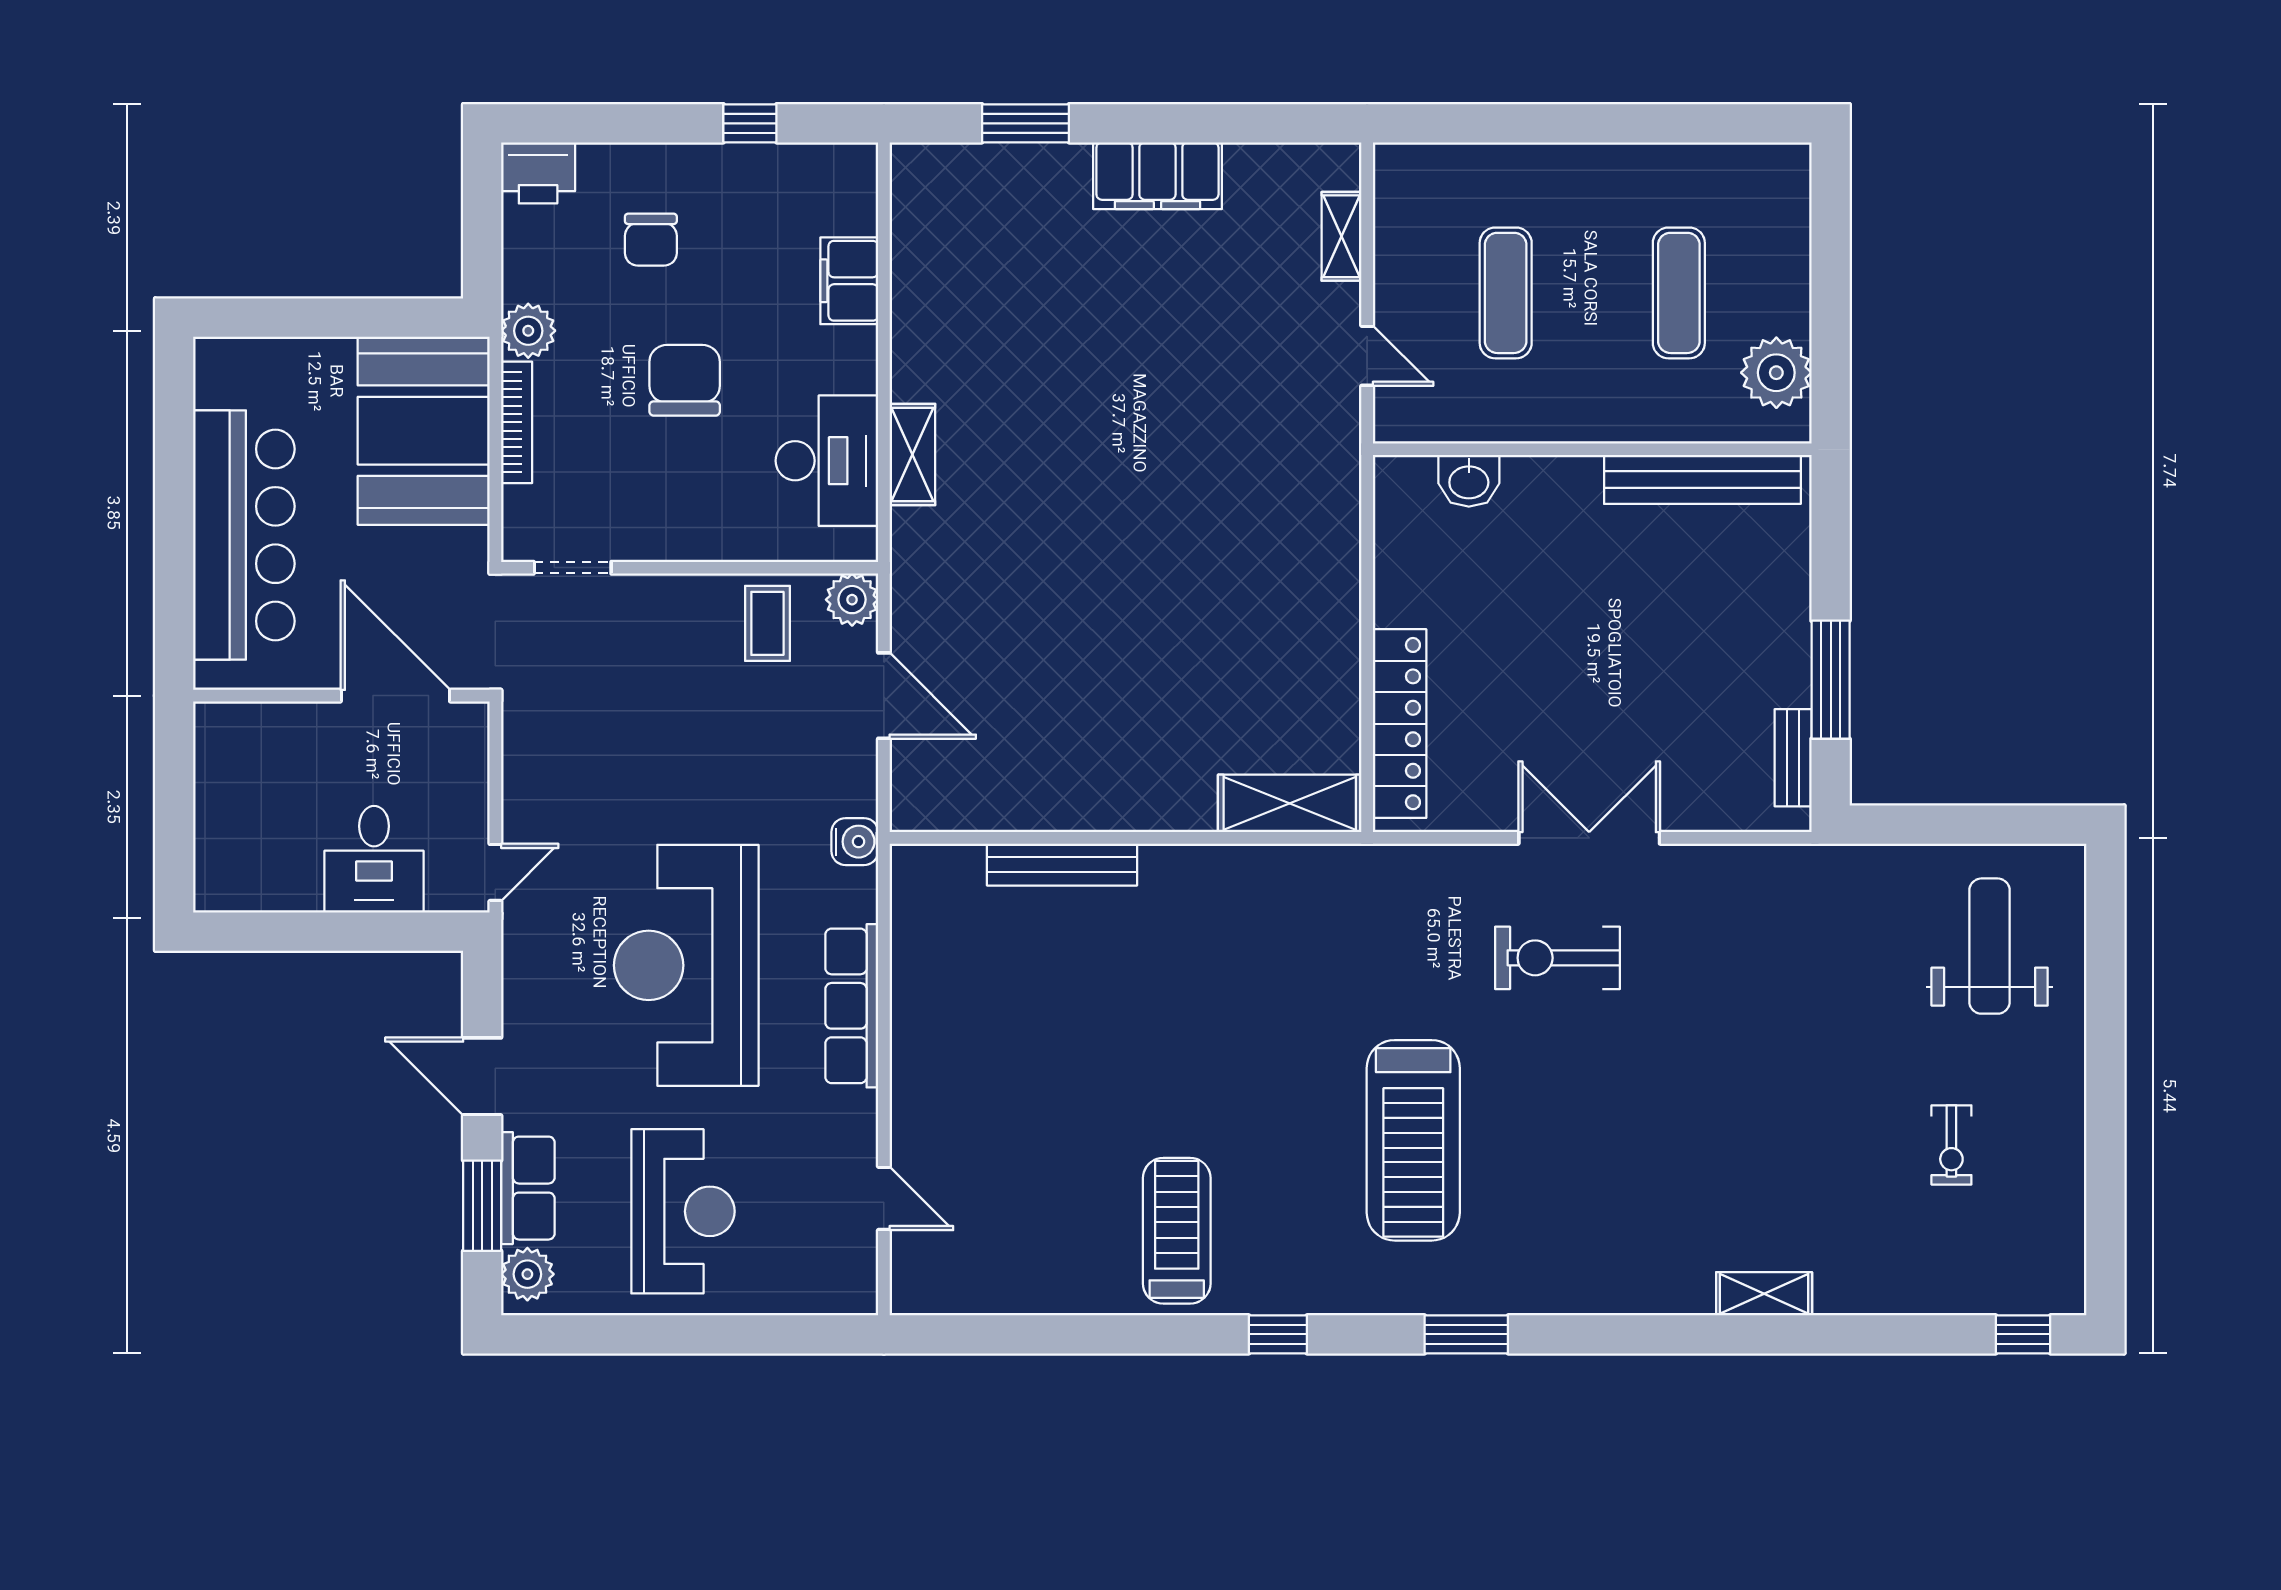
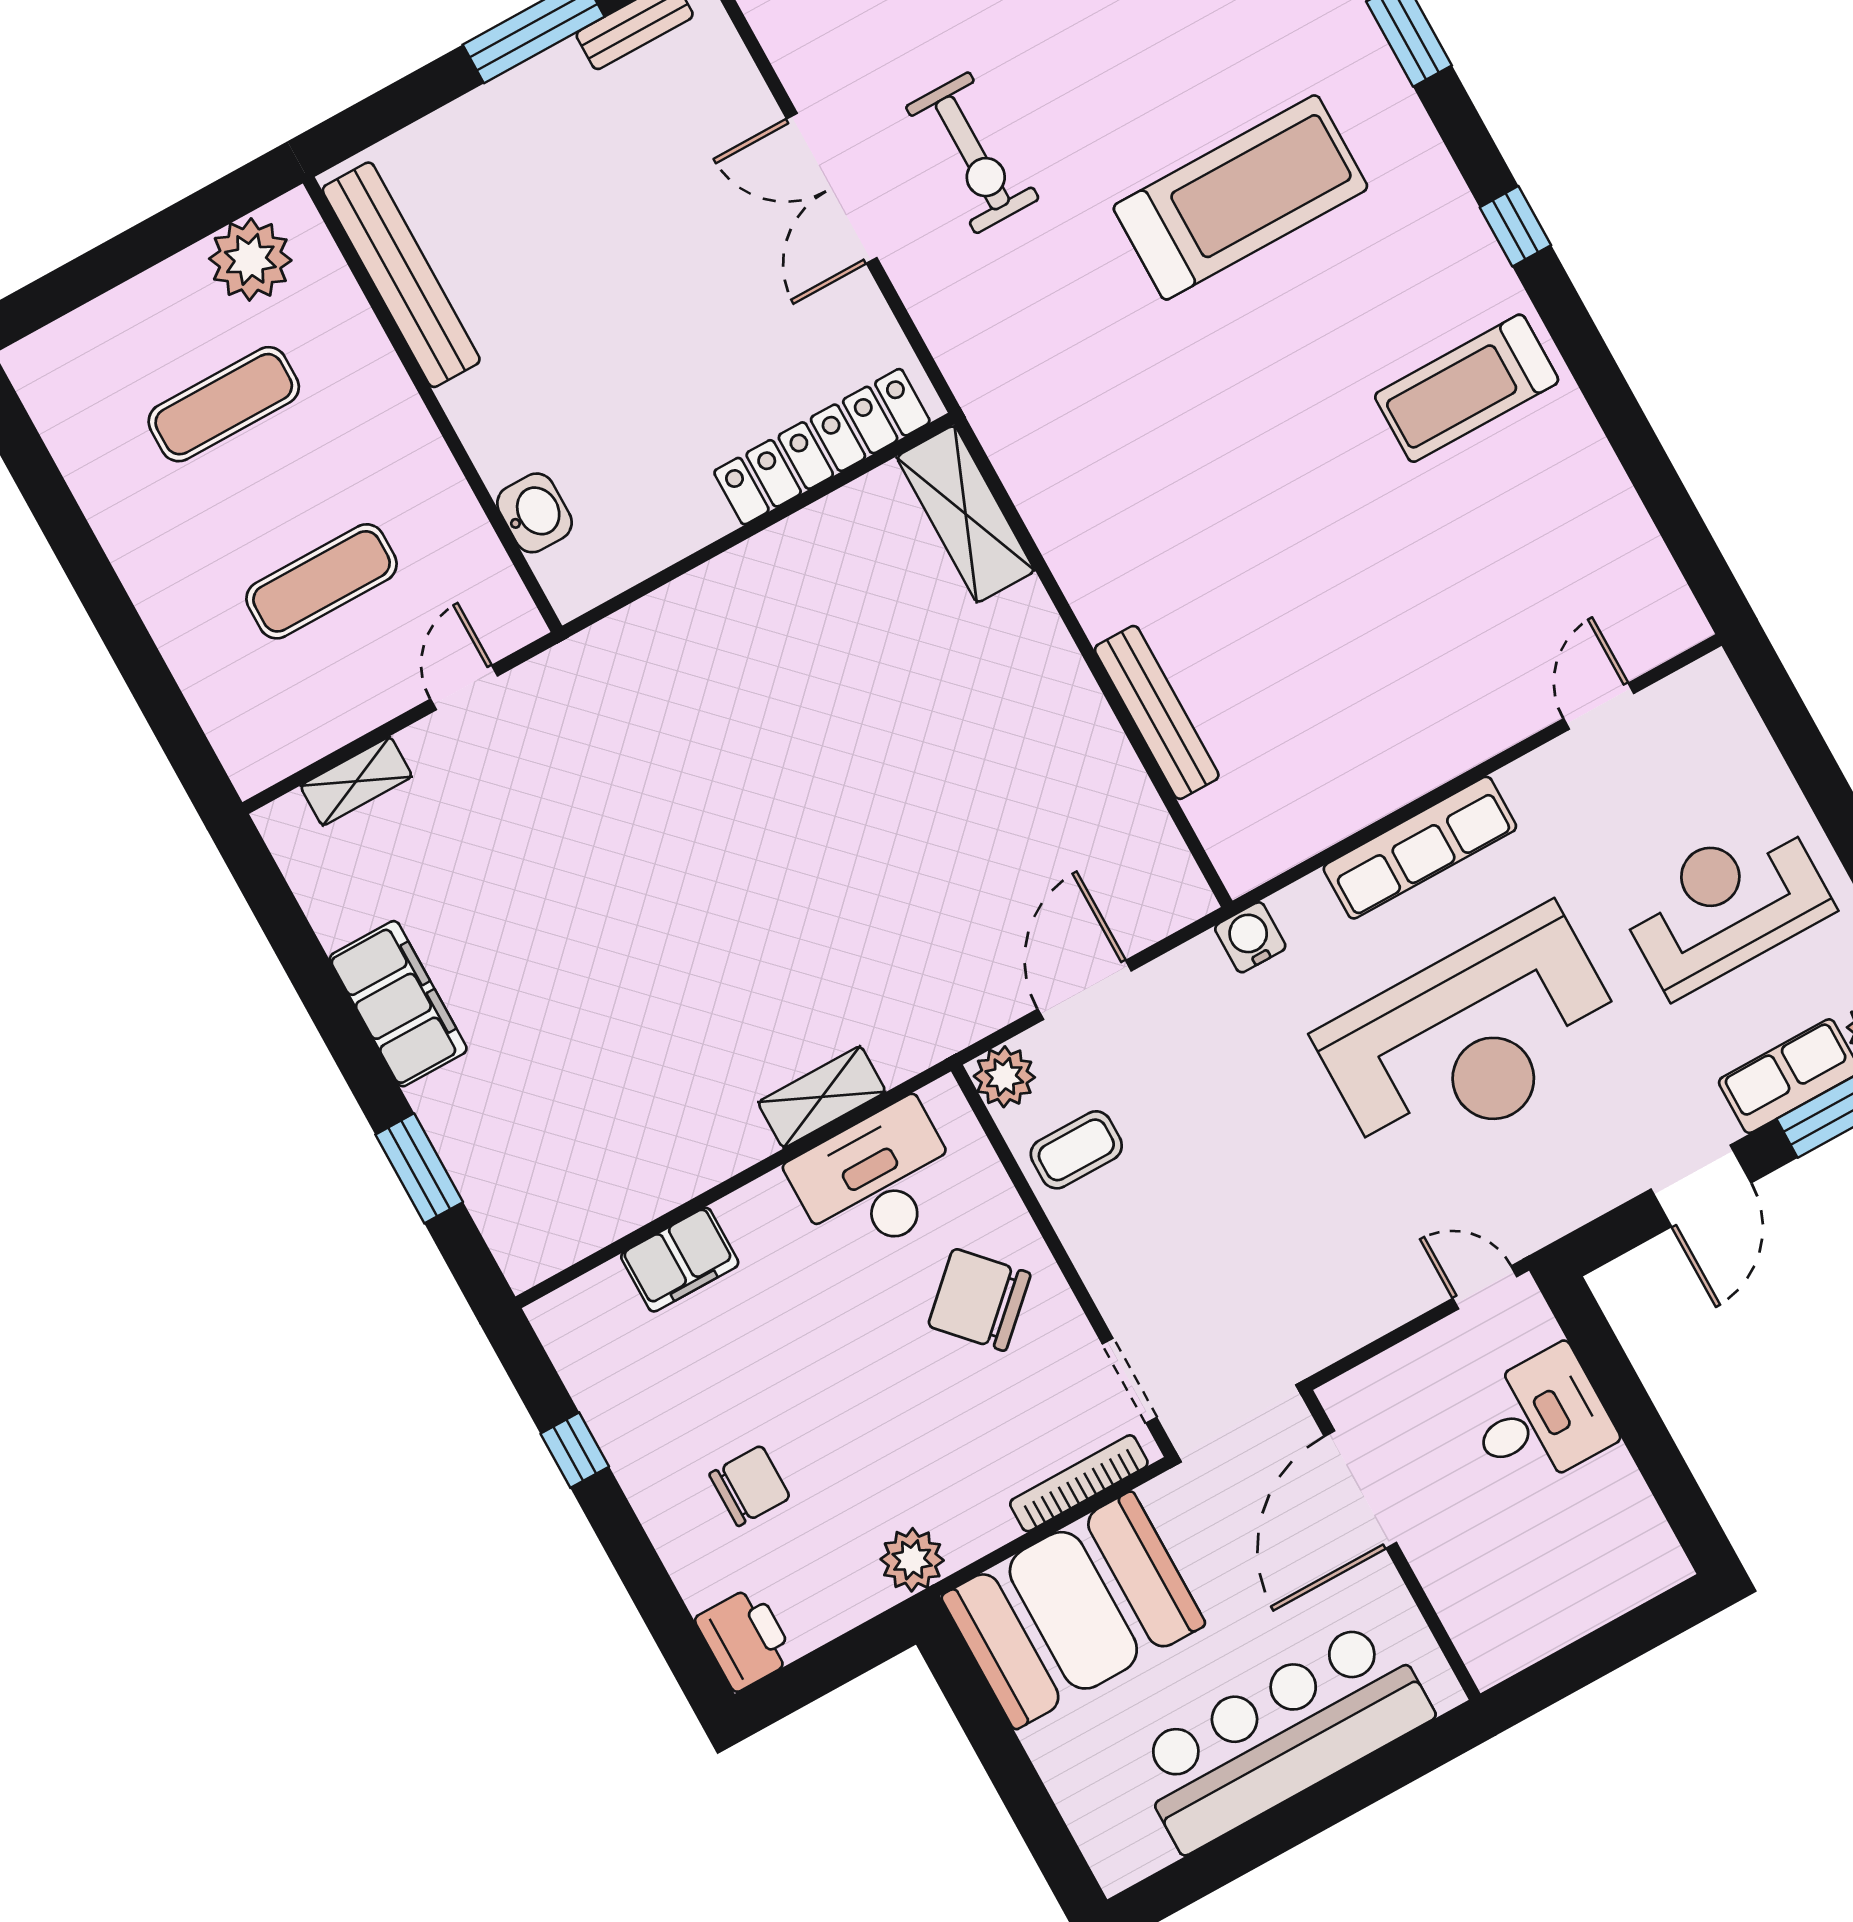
chair: (685, 380) -> (979, 1300), moved, turned 47
bookcase: (517, 422) -> (1079, 1483), moved

